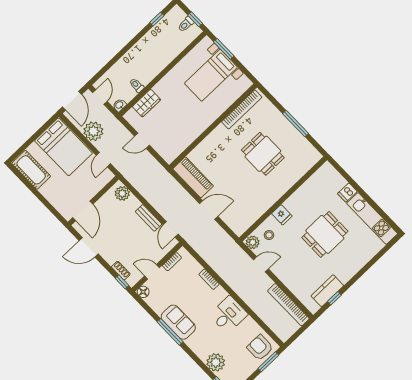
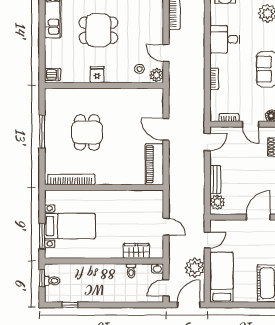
bed: (63, 147) -> (222, 277), width x0.67
dishwasher: (347, 192) -> (53, 74), moved
fridge: (282, 215) -> (97, 75), moved
bench: (149, 218) -> (215, 180), moved

